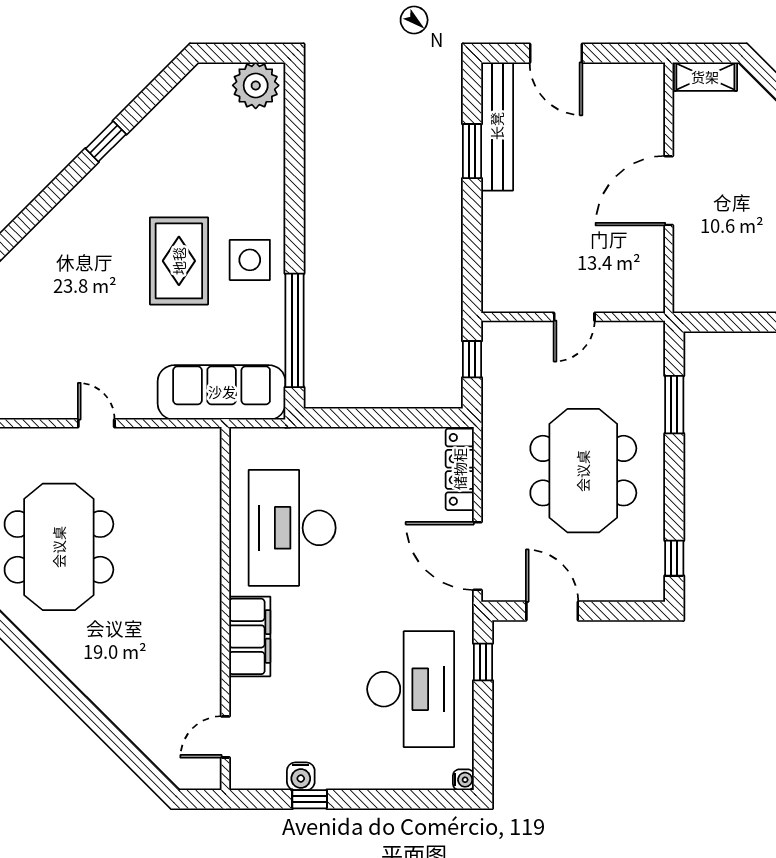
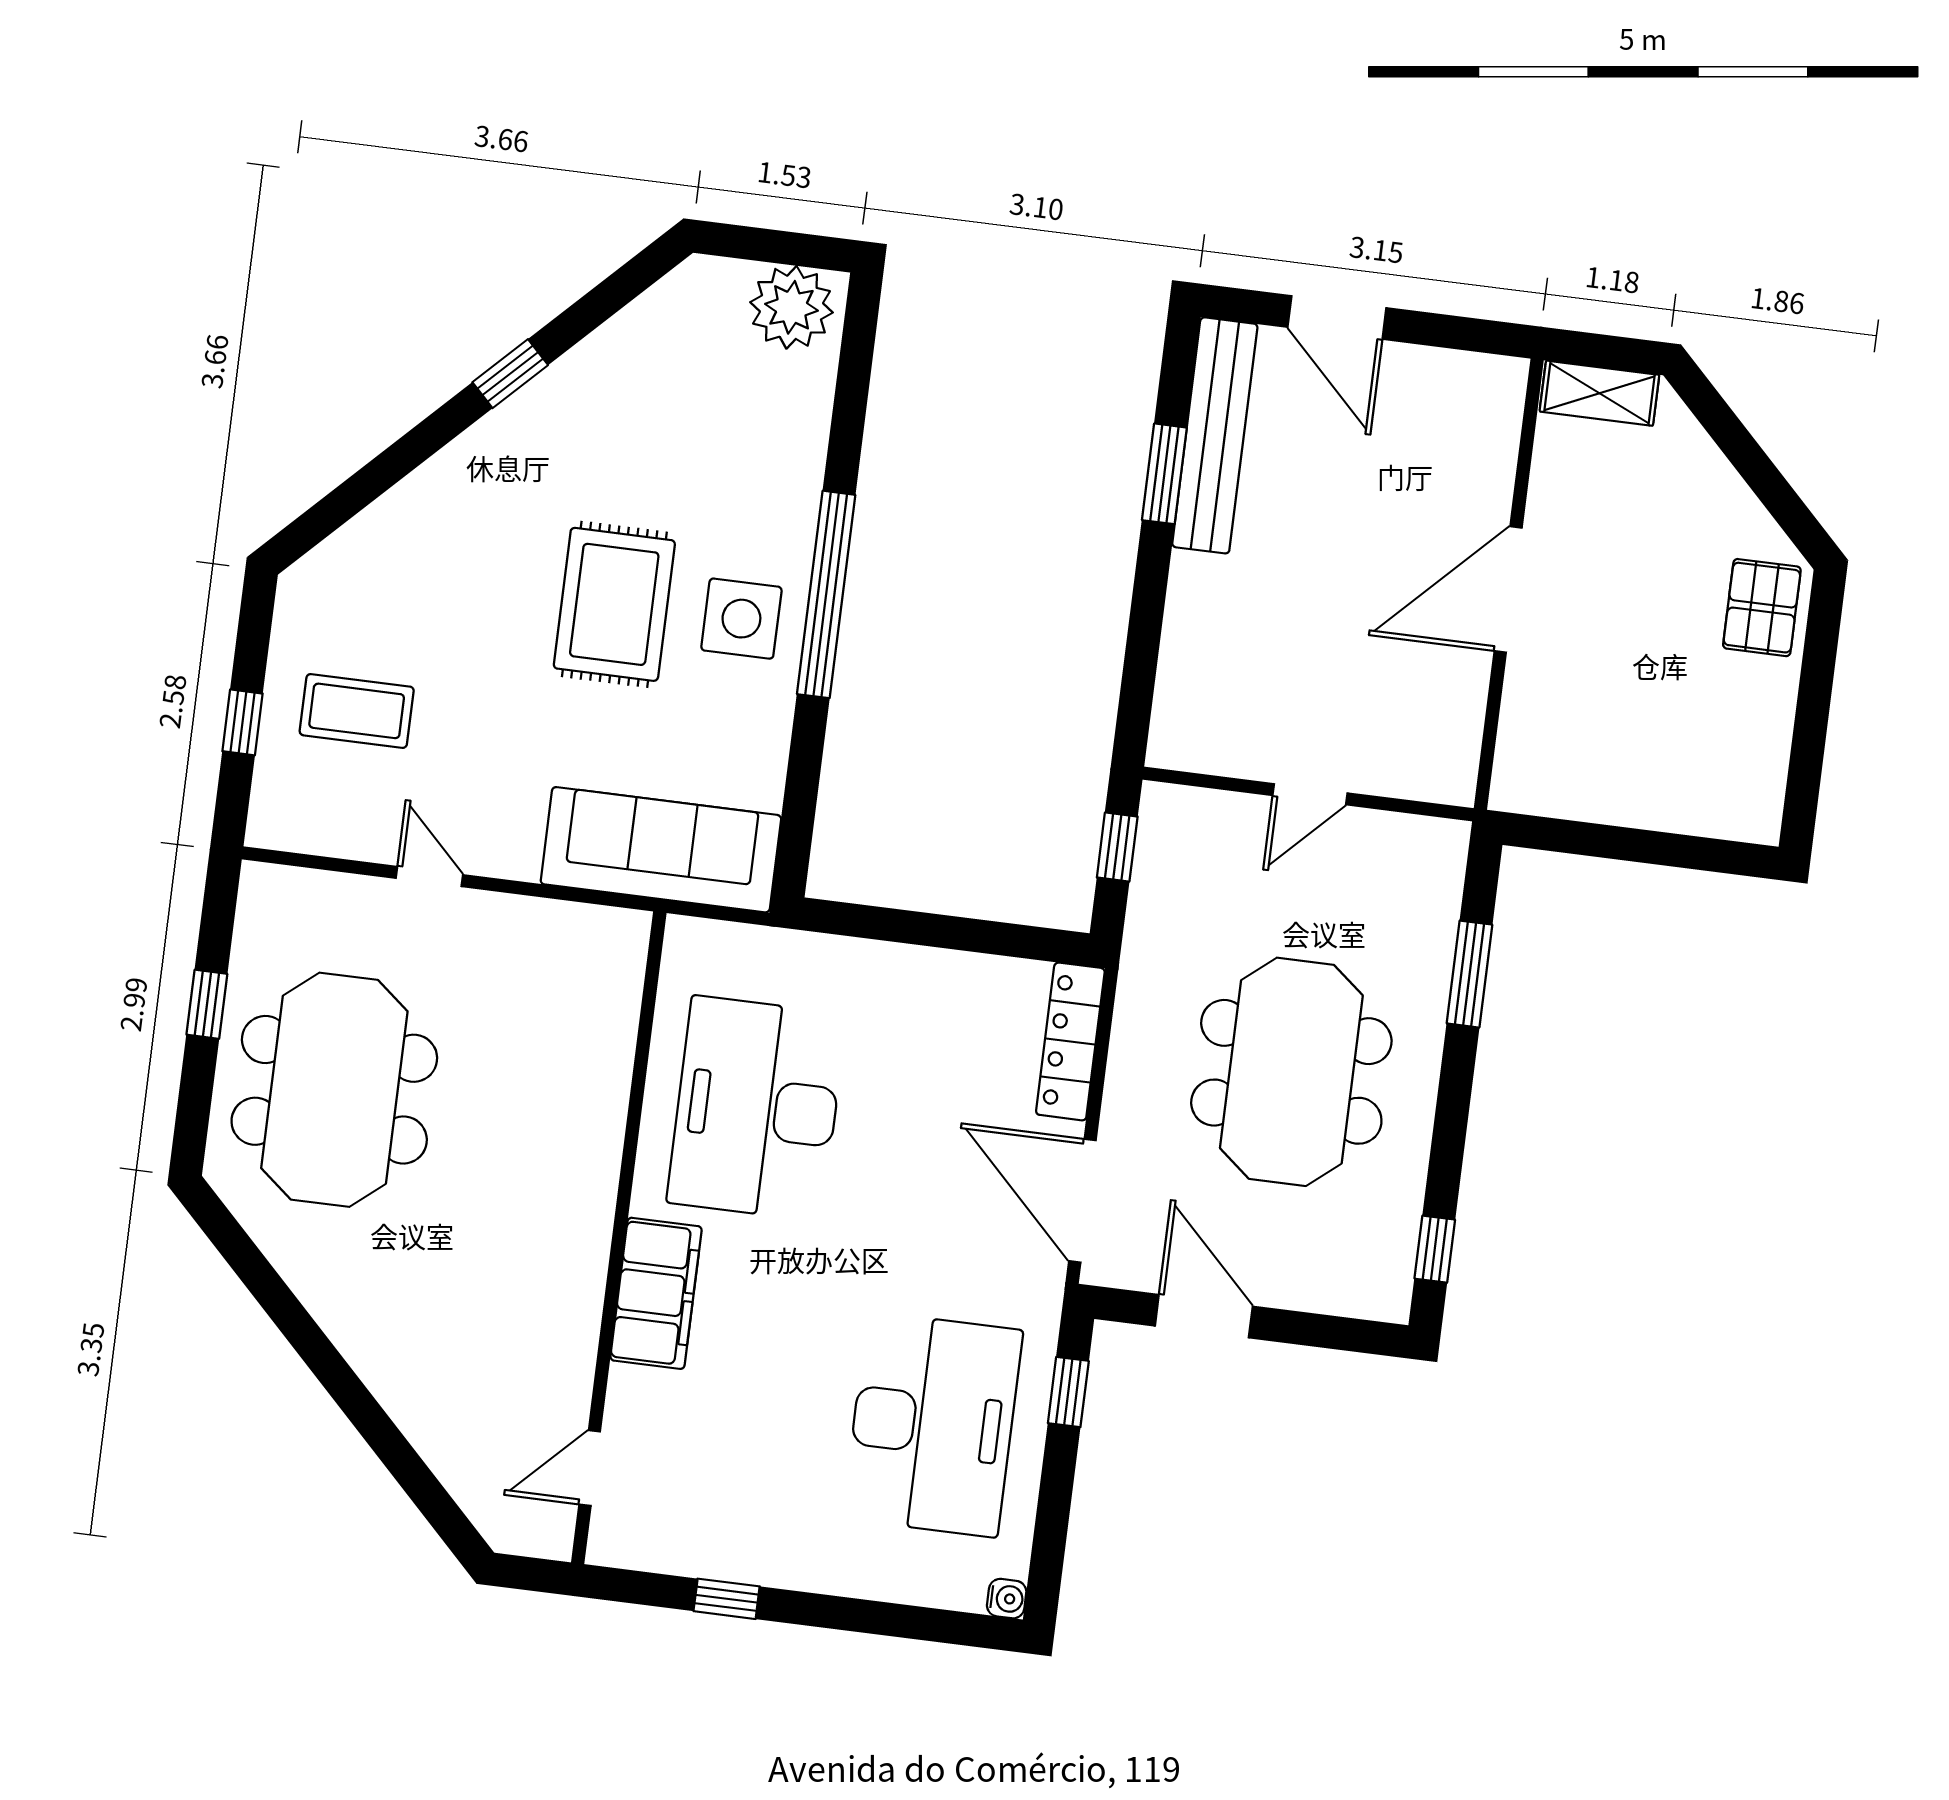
window: (295, 330) -> (826, 594), moved
coffee table: (45, 337) -> (357, 711), added
water cooler: (301, 776) -> (716, 1556), removed

